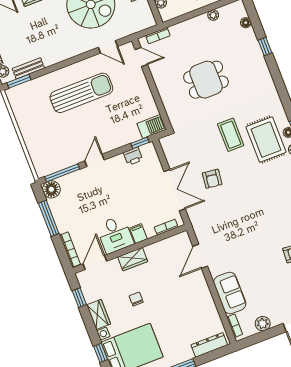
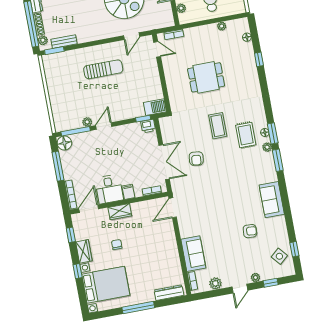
door: (108, 47) -> (132, 36), hinge flipped
sun lounger: (81, 93) -> (103, 69), width x0.73, depth x0.75
rug: (266, 140) -> (246, 135), width x0.73, depth x0.70
printer: (133, 156) -> (148, 126), moved
plant: (74, 159) -> (87, 122), added
door: (200, 256) -> (173, 208), moved
window: (101, 353) -> (78, 271), moved

